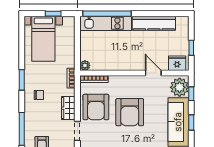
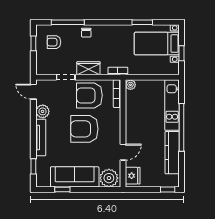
window: (107, 14) -> (182, 127), moved
window: (191, 48) -> (168, 190), moved
window: (22, 80) -> (142, 22), moved
window: (191, 94) -> (103, 190), removed
chair: (39, 95) -> (86, 33), moved
window: (191, 122) -> (62, 190), moved

